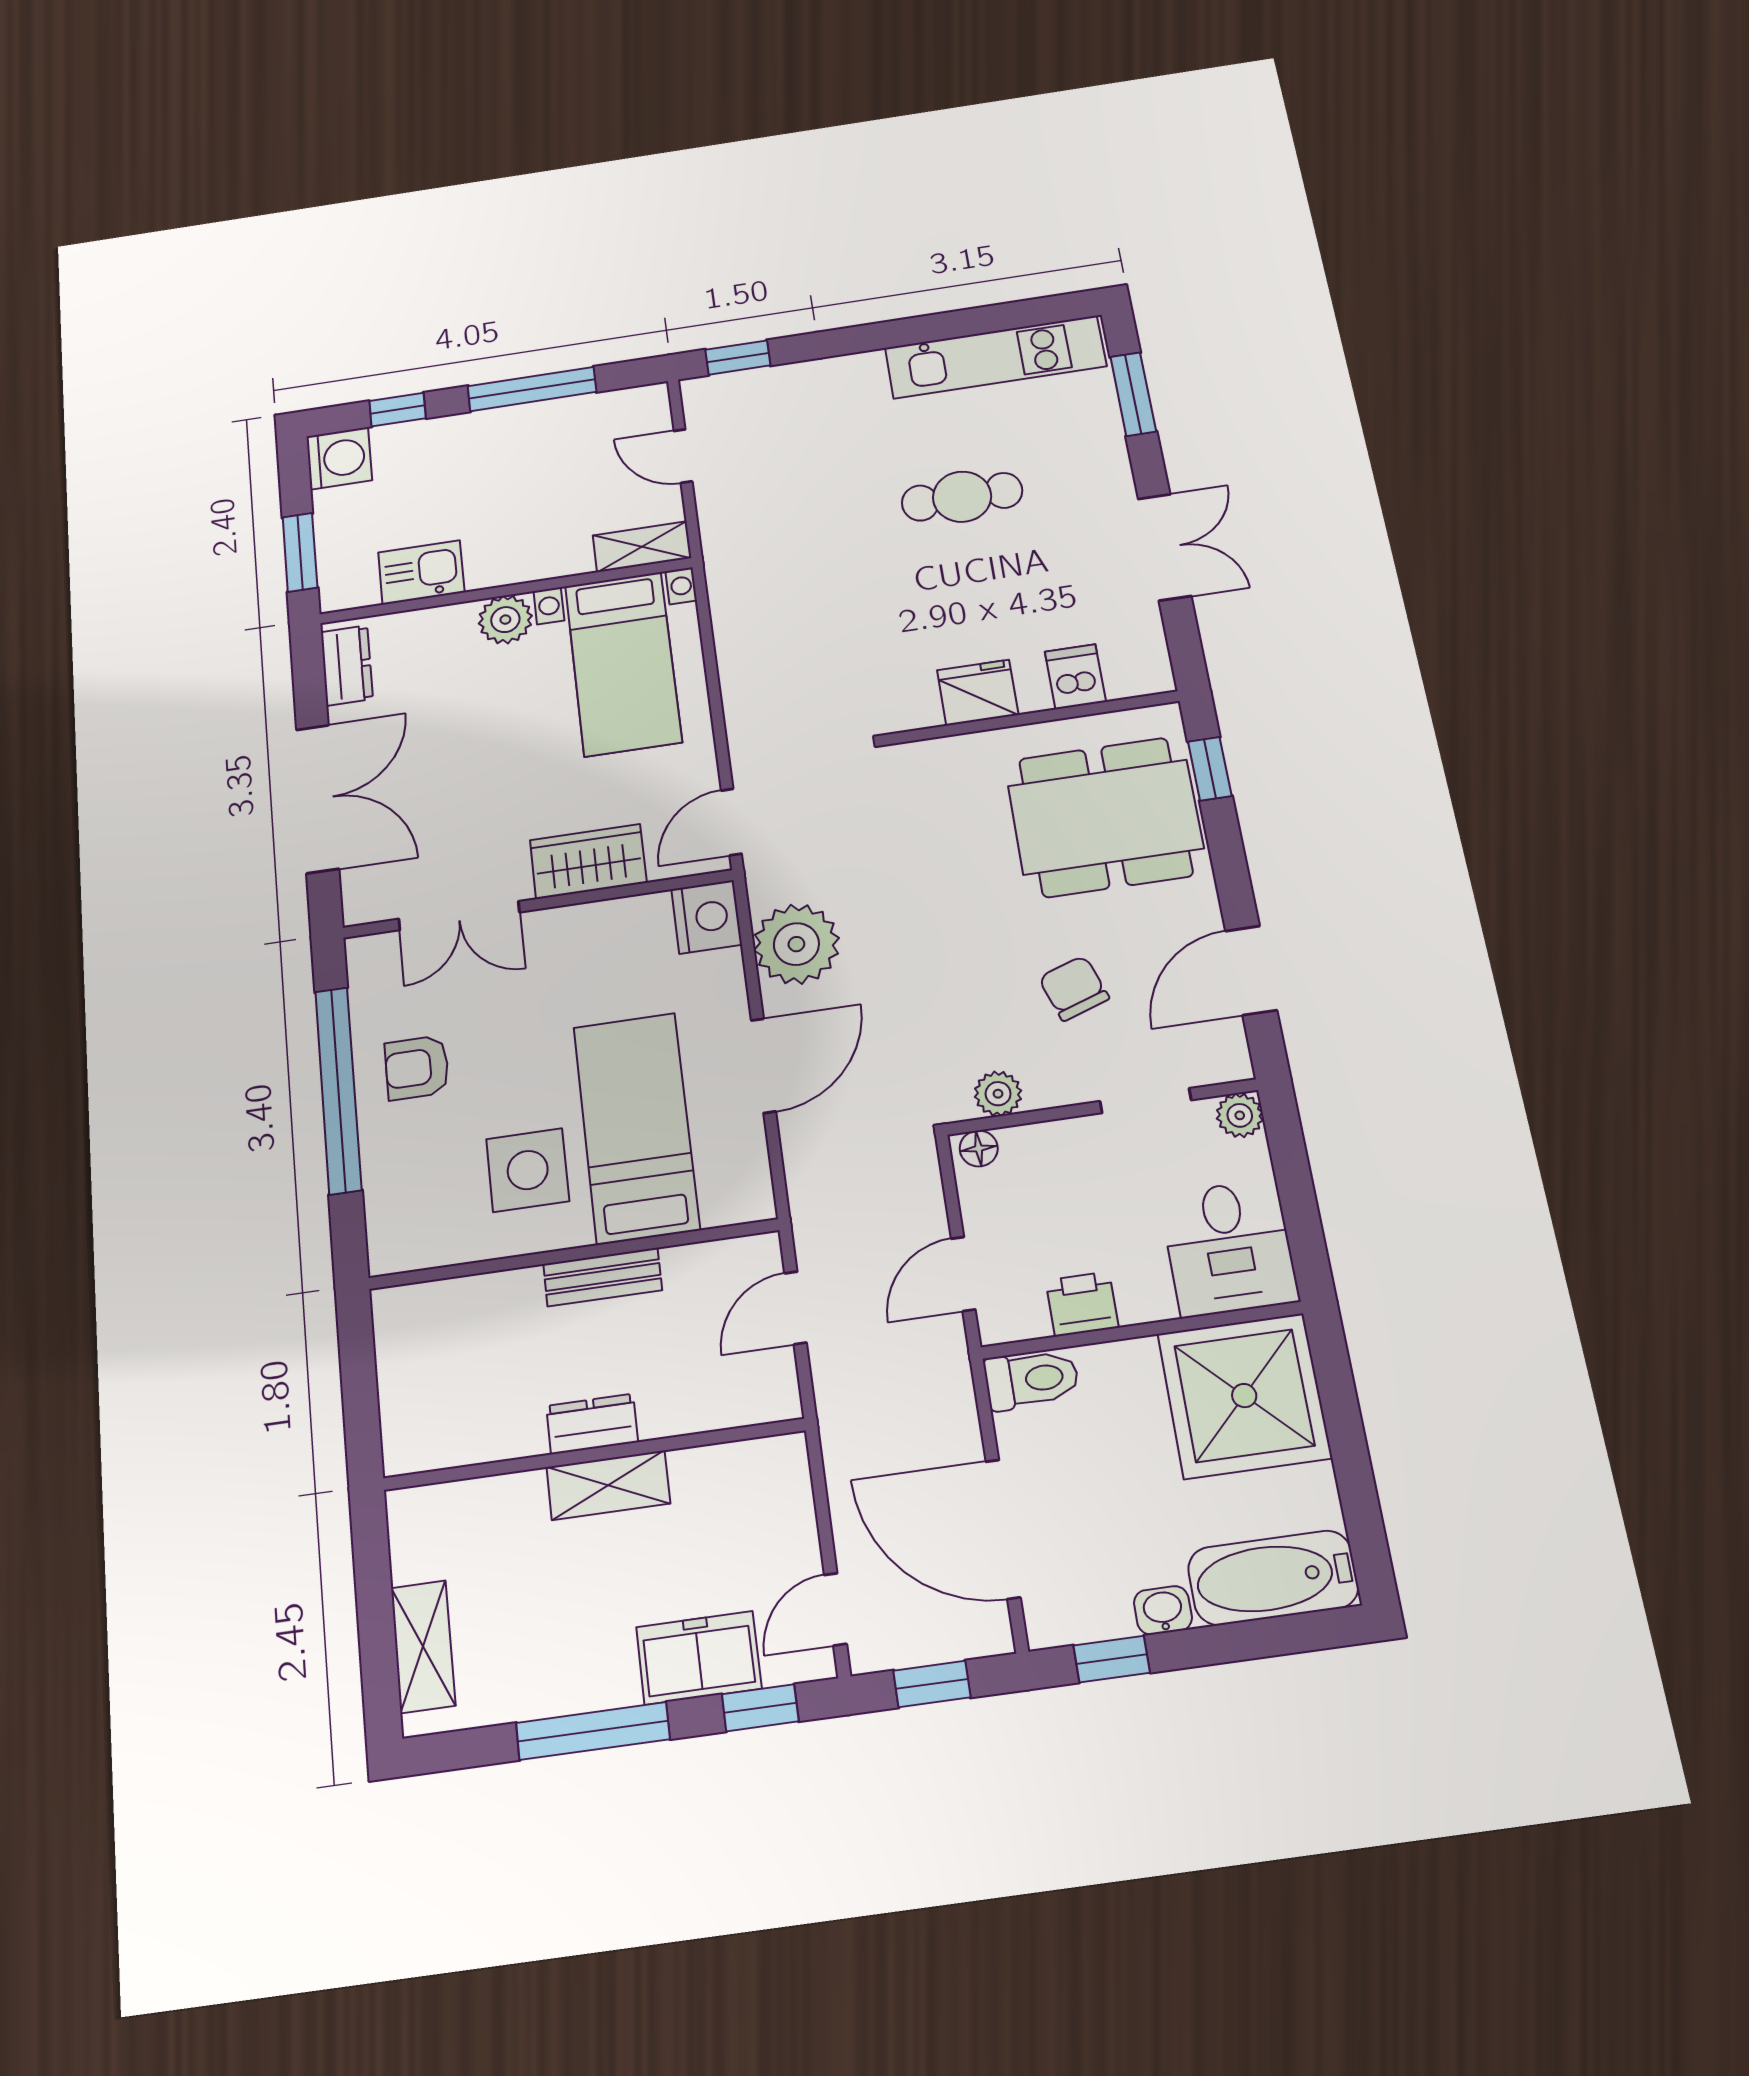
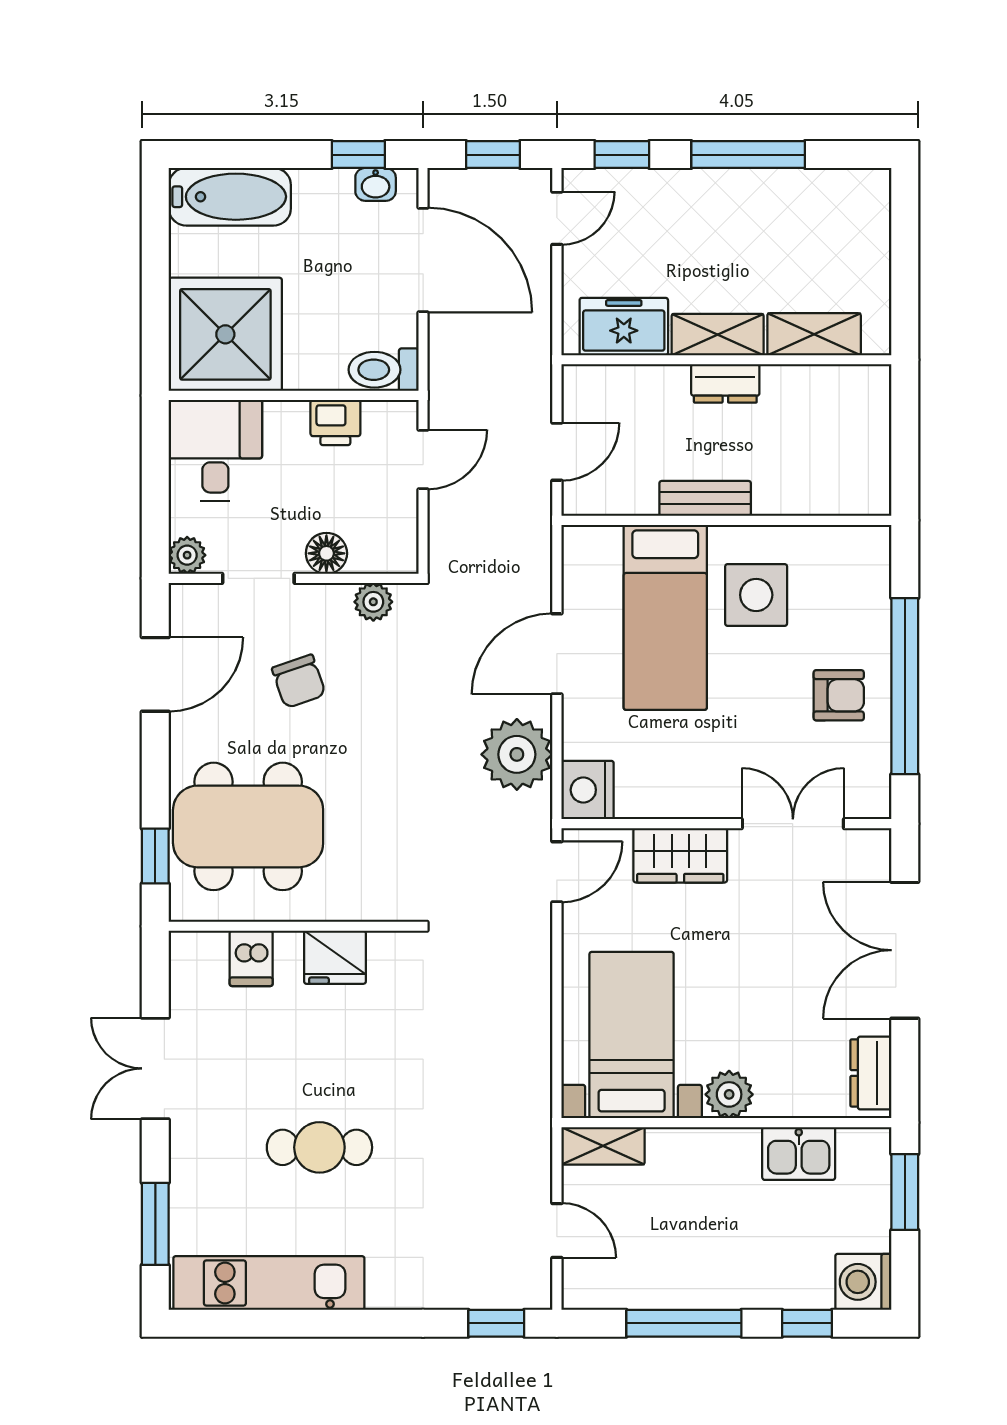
floor lamp: (979, 1148) -> (326, 553), moved, width x1.37, depth x1.37
washbasin: (1163, 1610) -> (376, 184), moved
shelving: (423, 1646) -> (814, 334), moved, turned 90
freezer: (699, 1658) -> (624, 327), moved, turned 180

